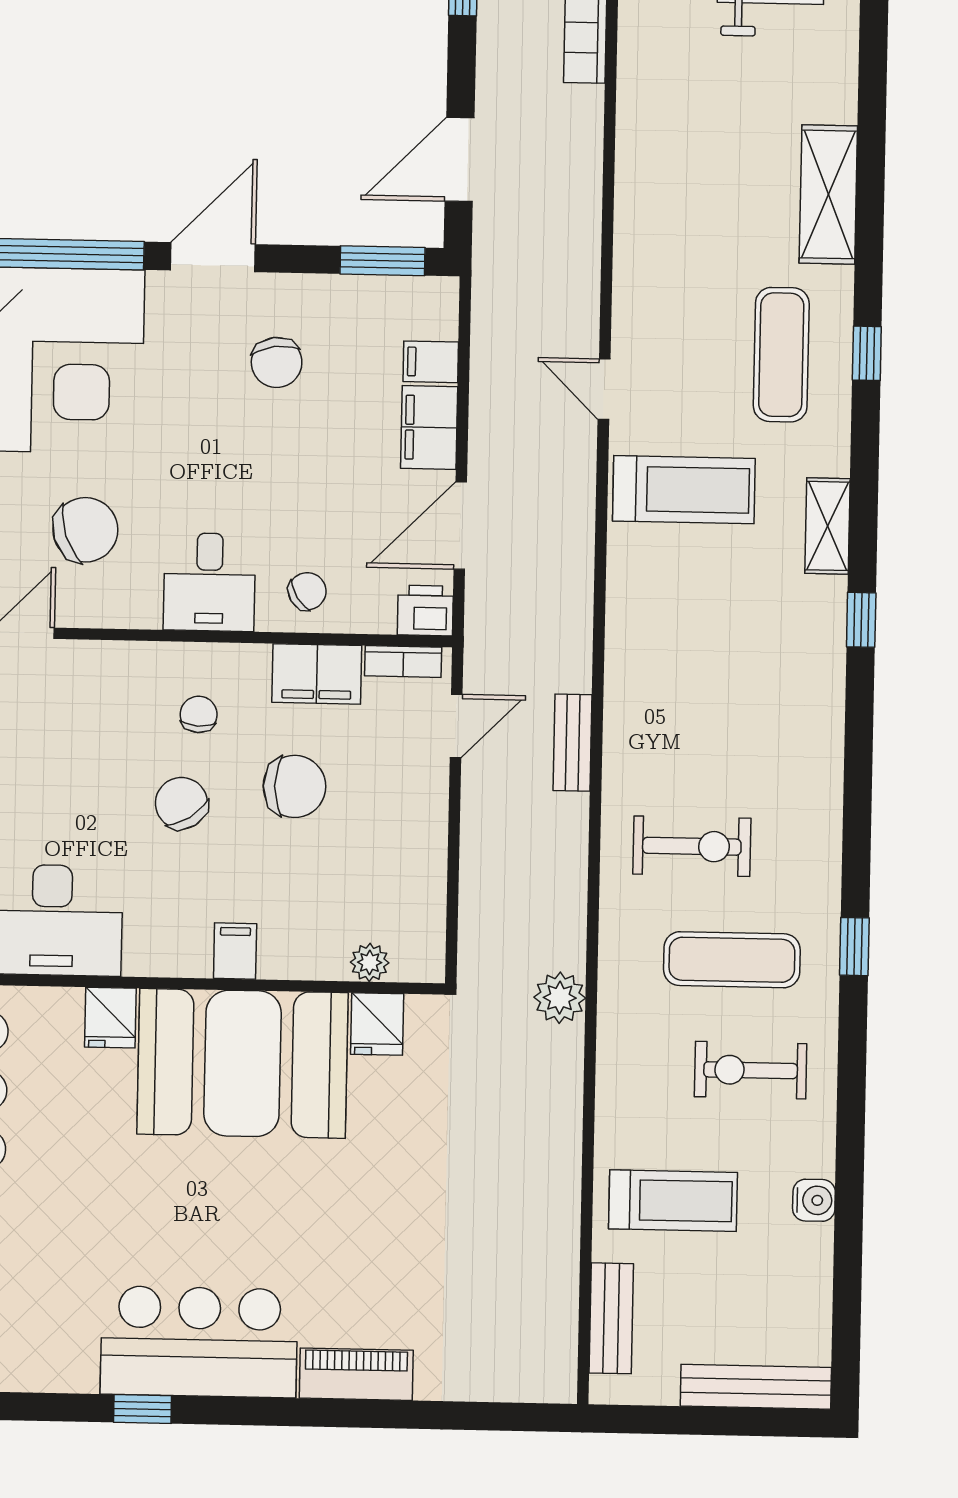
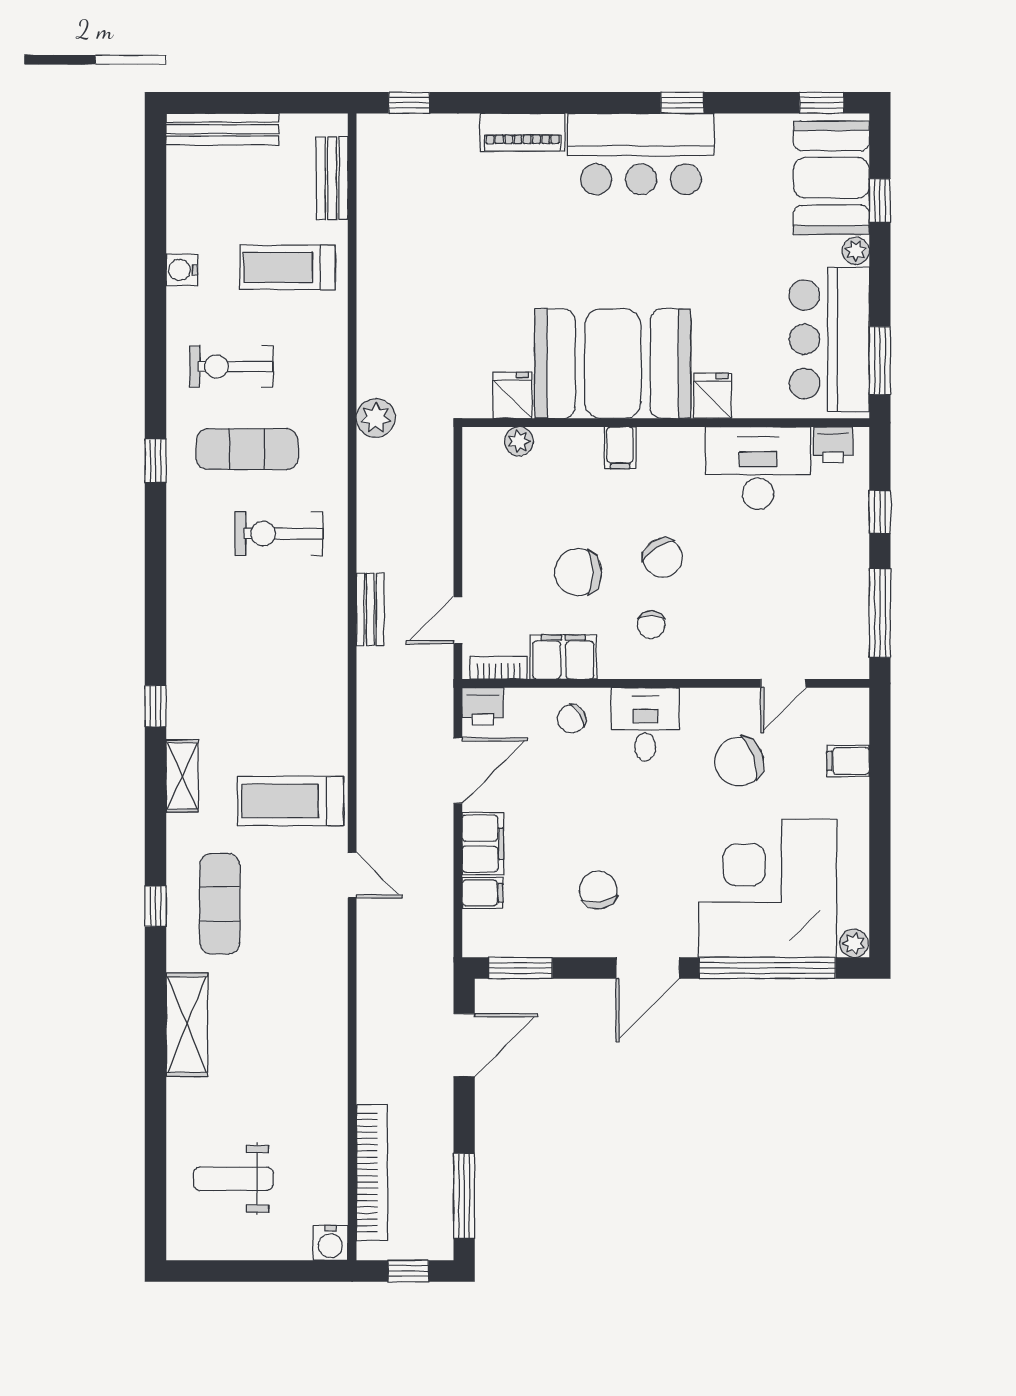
exercise bike: (751, 1070) -> (231, 367), turned 180
window: (506, 1417) -> (409, 103), added

